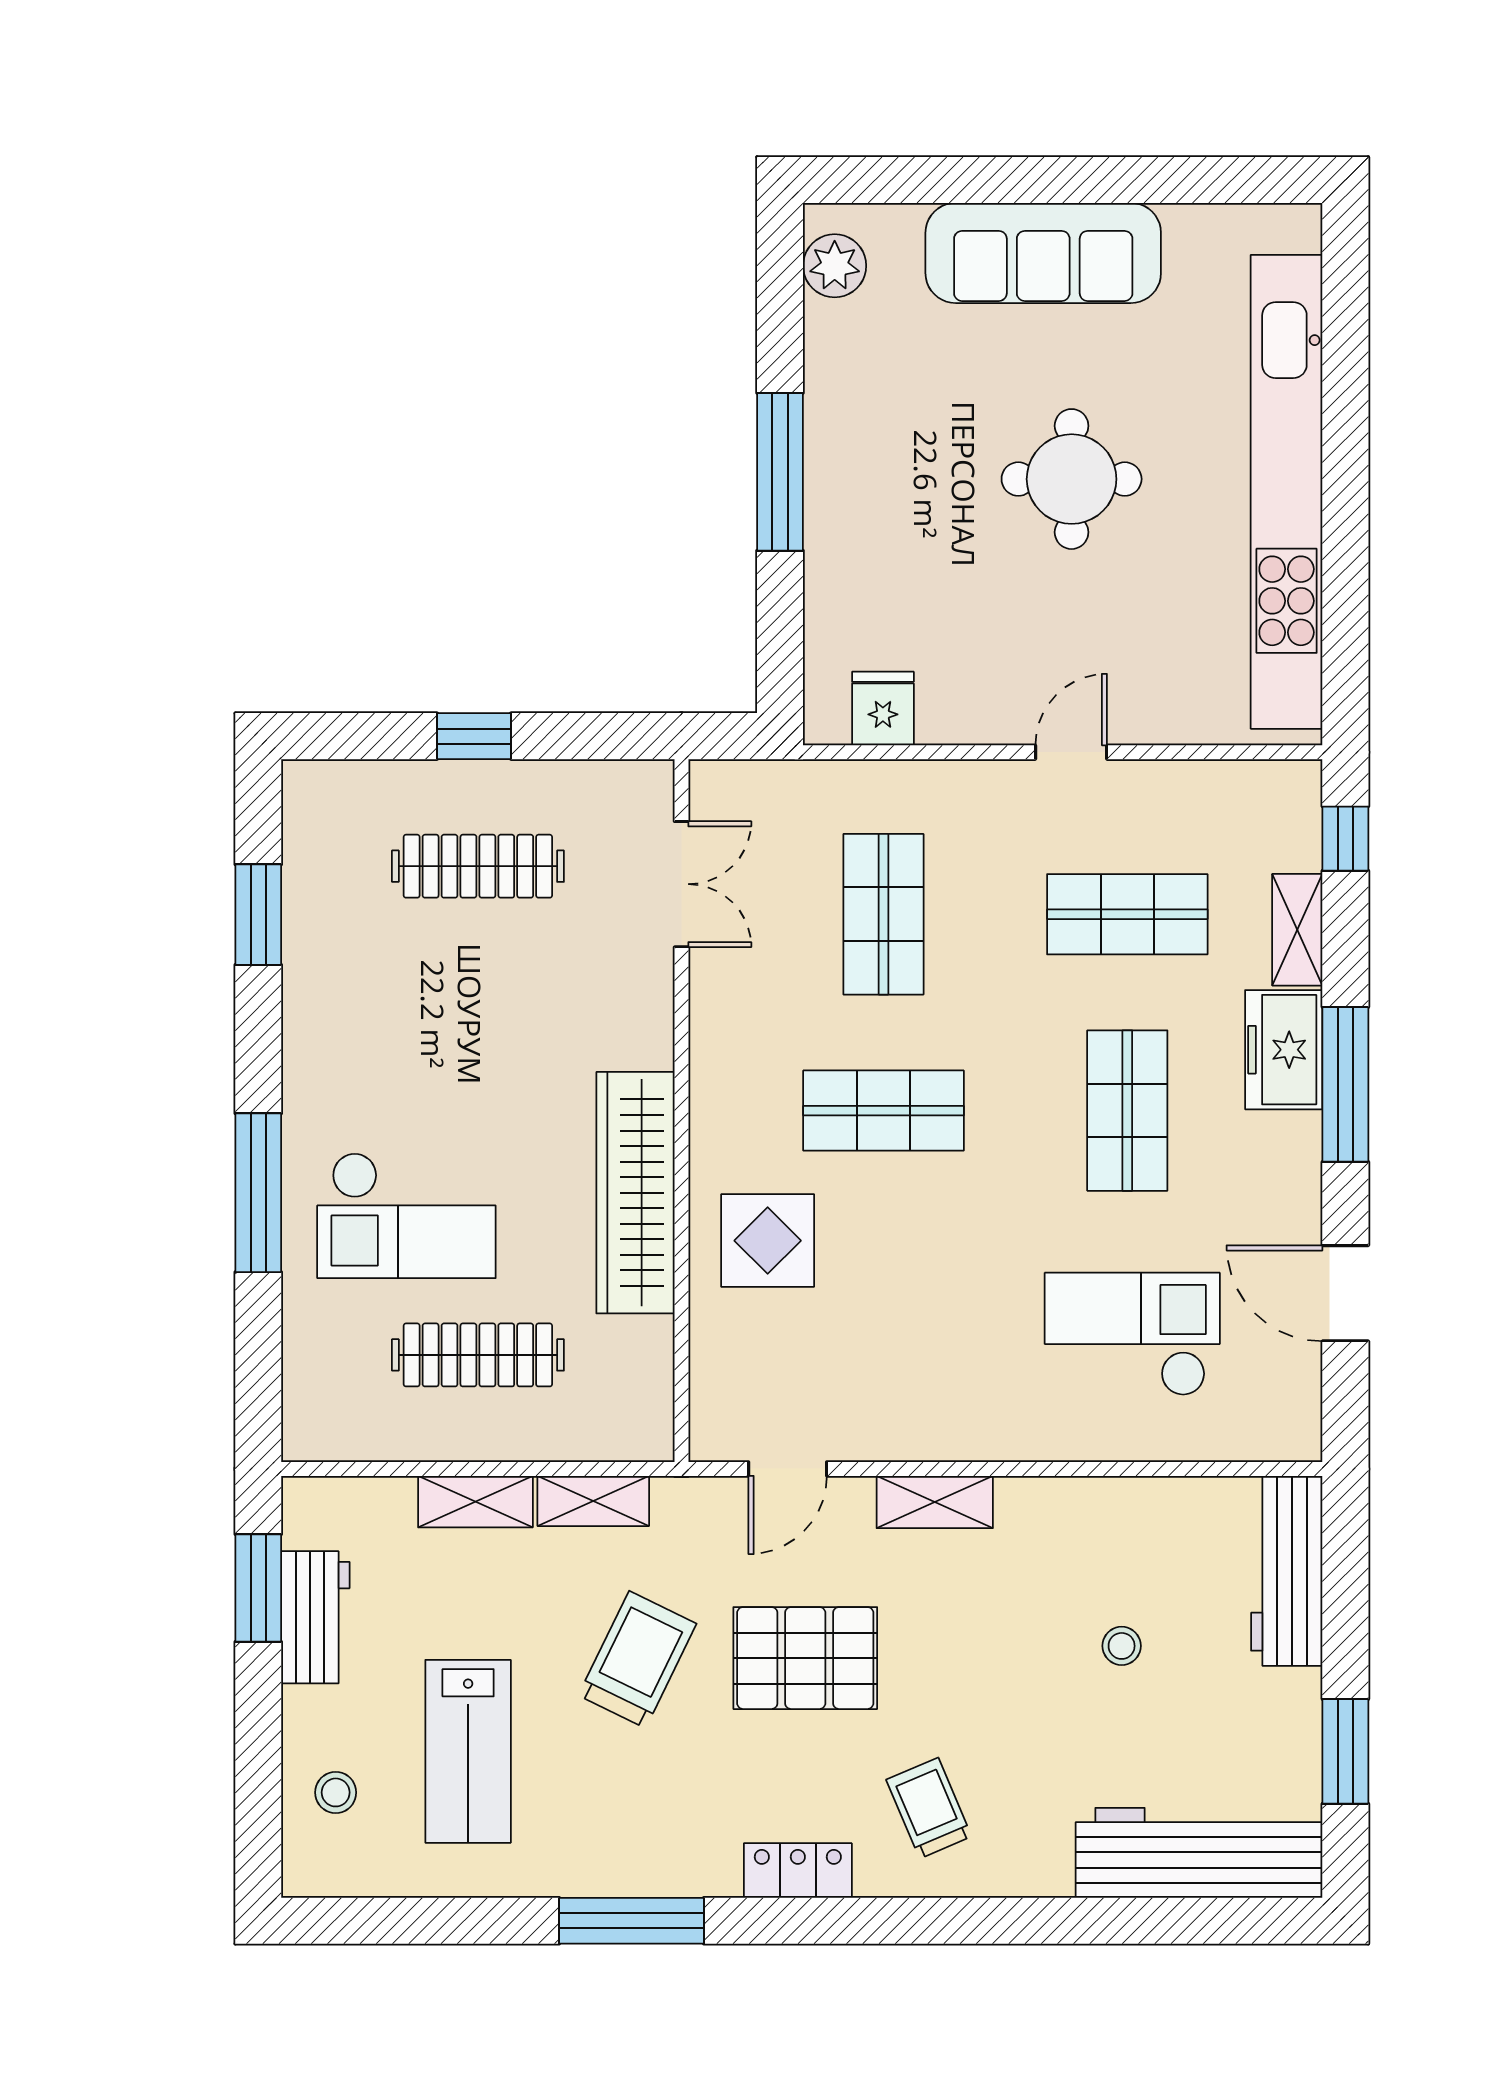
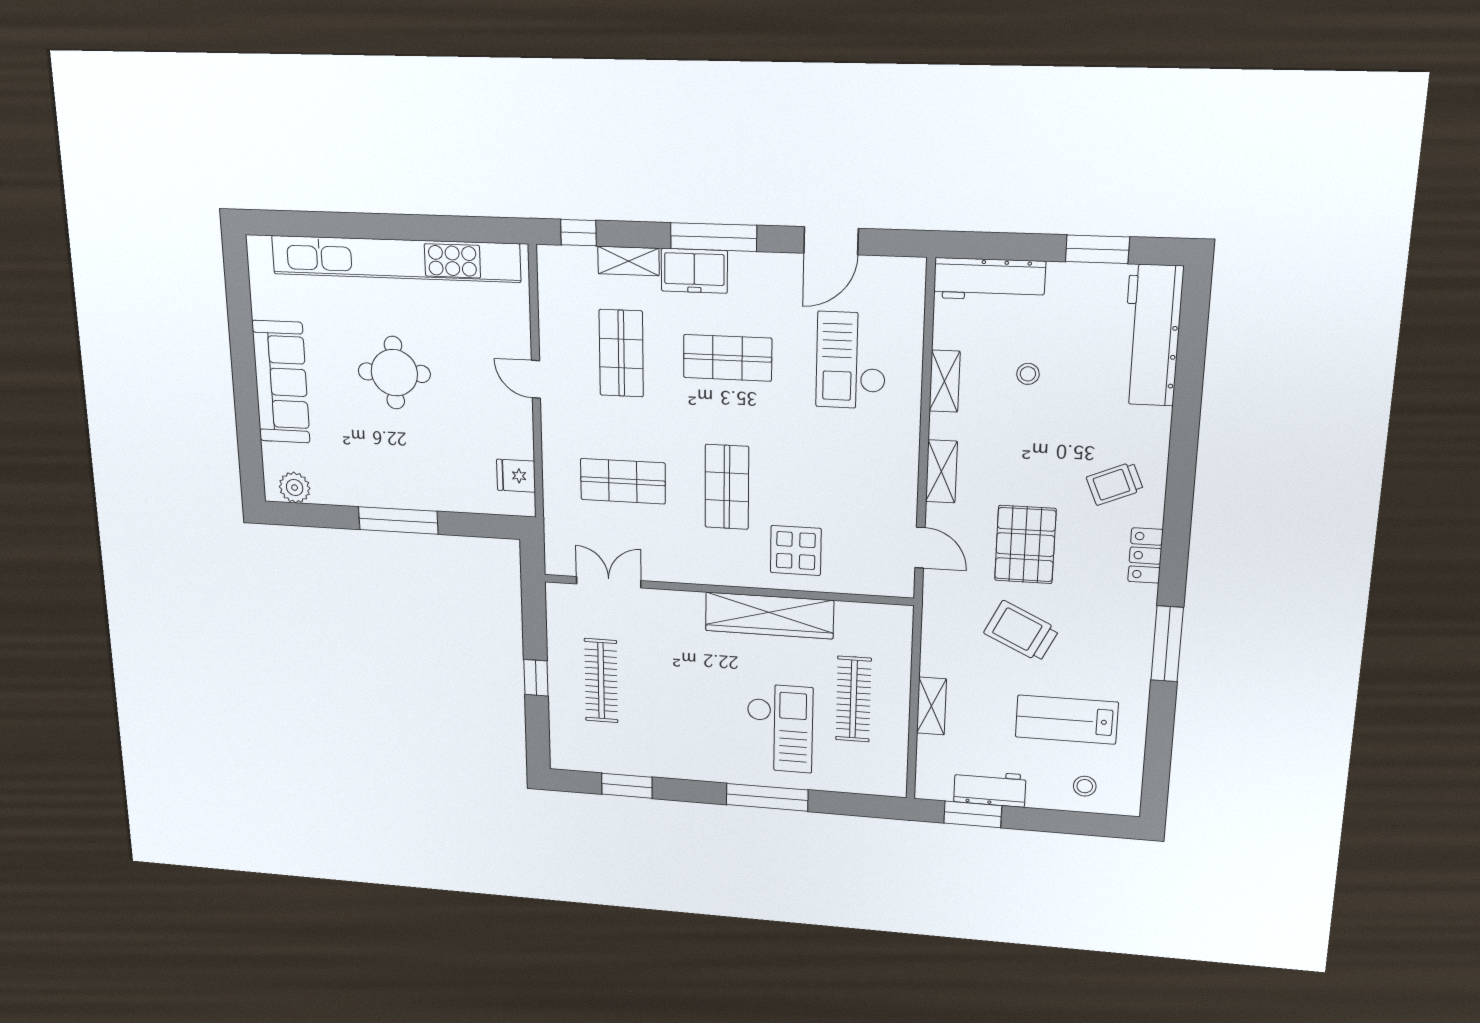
shelving: (593, 1501) -> (945, 381), moved
lab bench: (468, 1751) -> (1067, 720), turned 180

